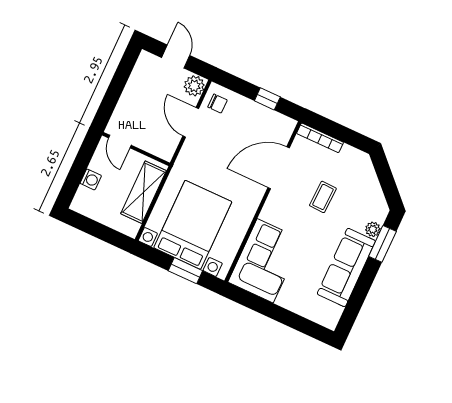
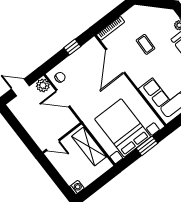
washing machine: (91, 179) -> (77, 187), moved

